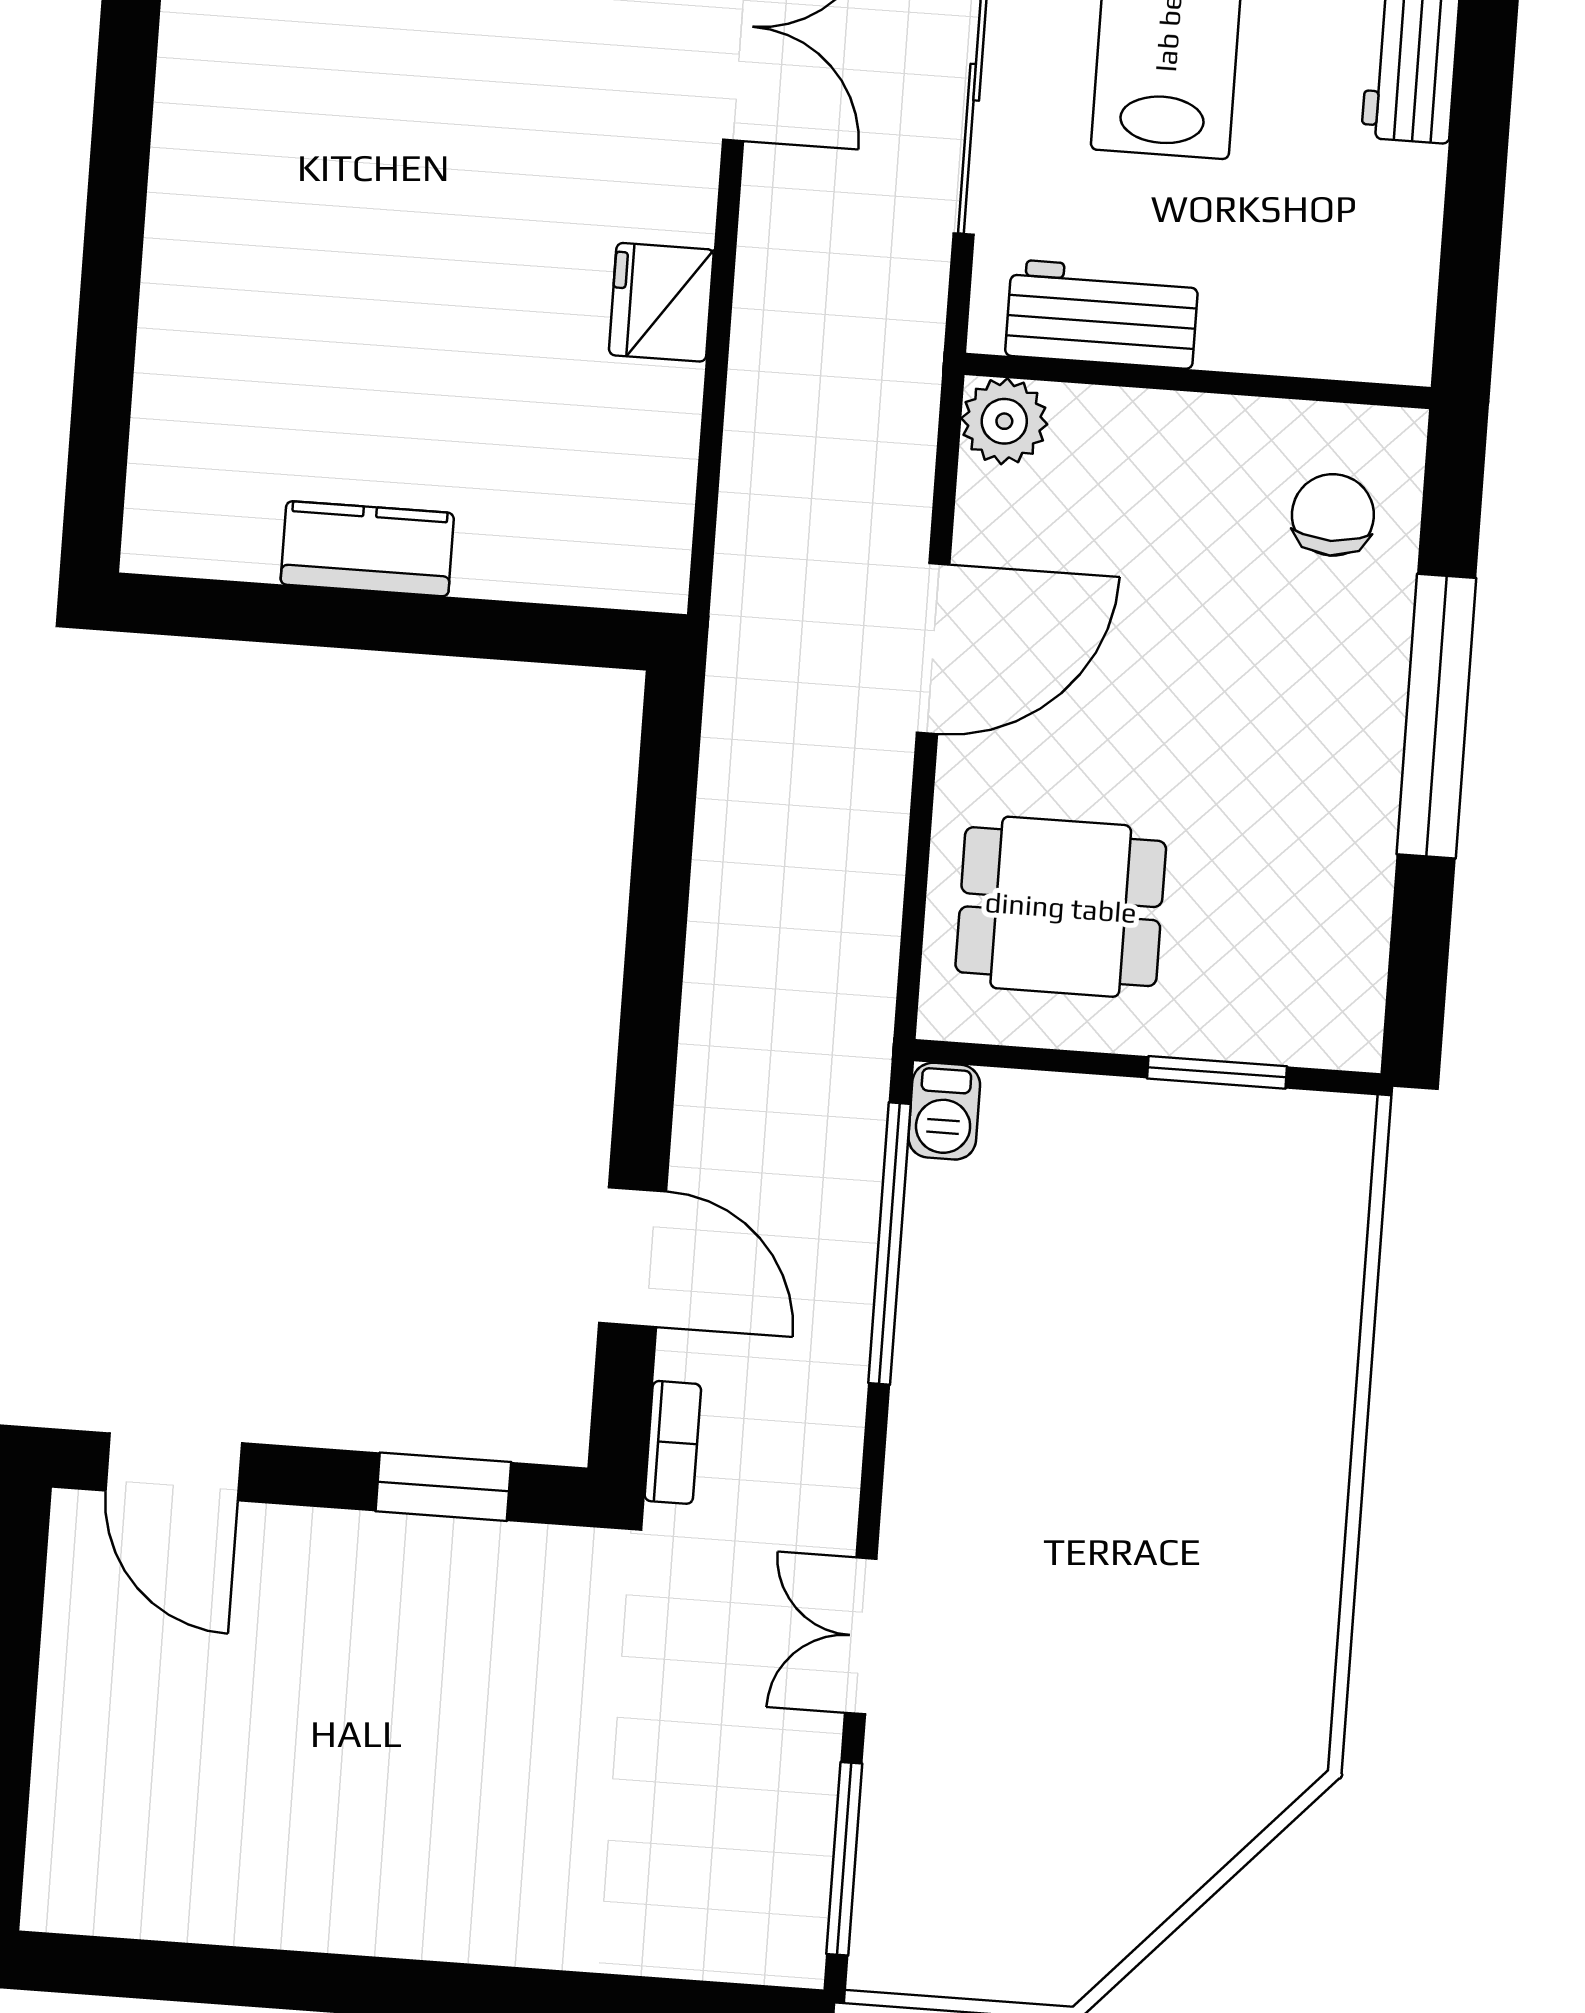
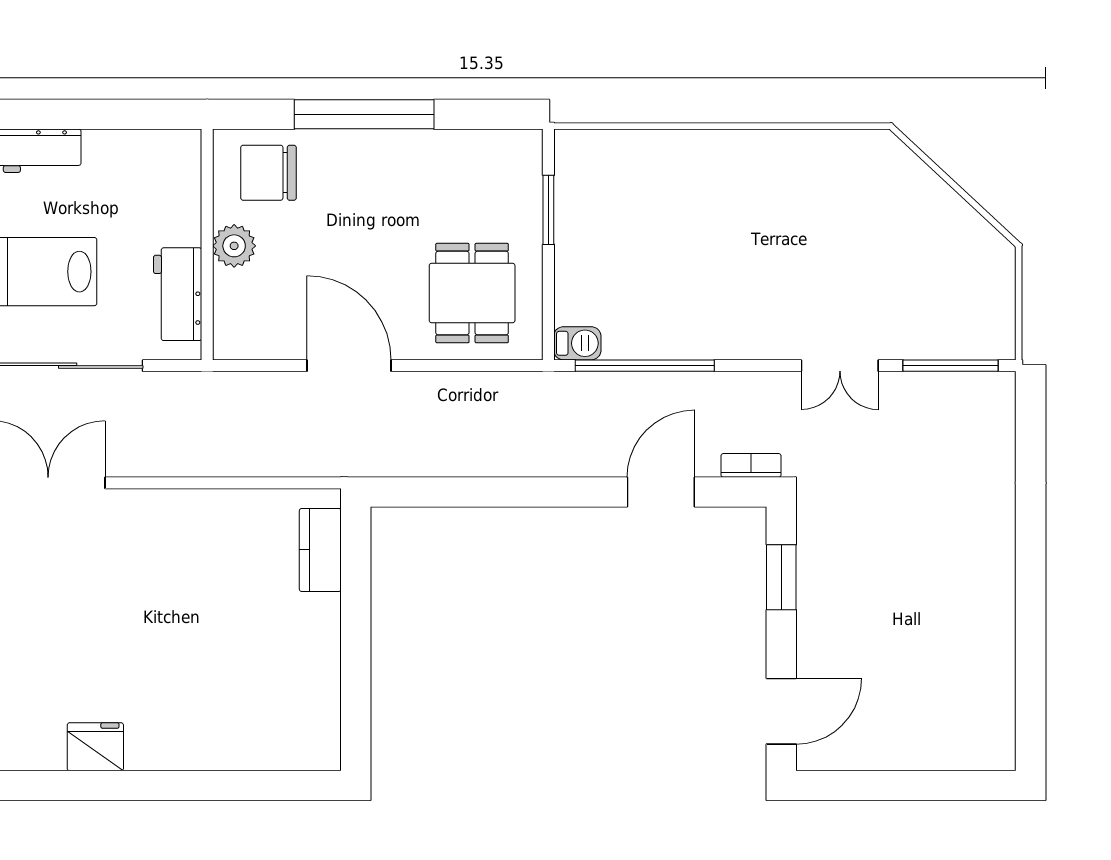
fridge: (661, 302) -> (95, 747), moved, turned 180
plant: (1004, 421) -> (234, 246), moved
chair: (1333, 515) -> (268, 173), width x1.37, depth x1.37
kitchen counter: (367, 549) -> (320, 550), moved

